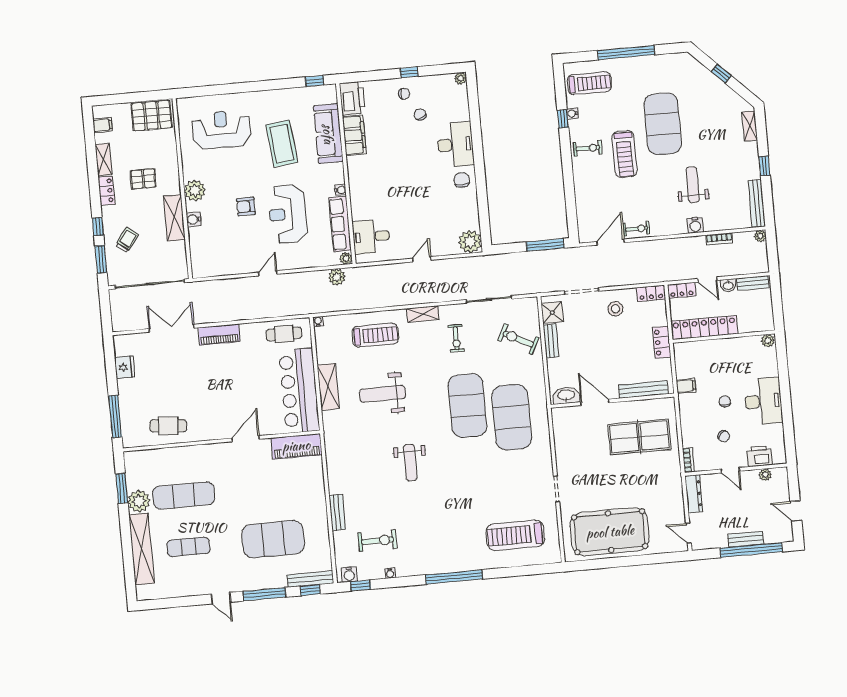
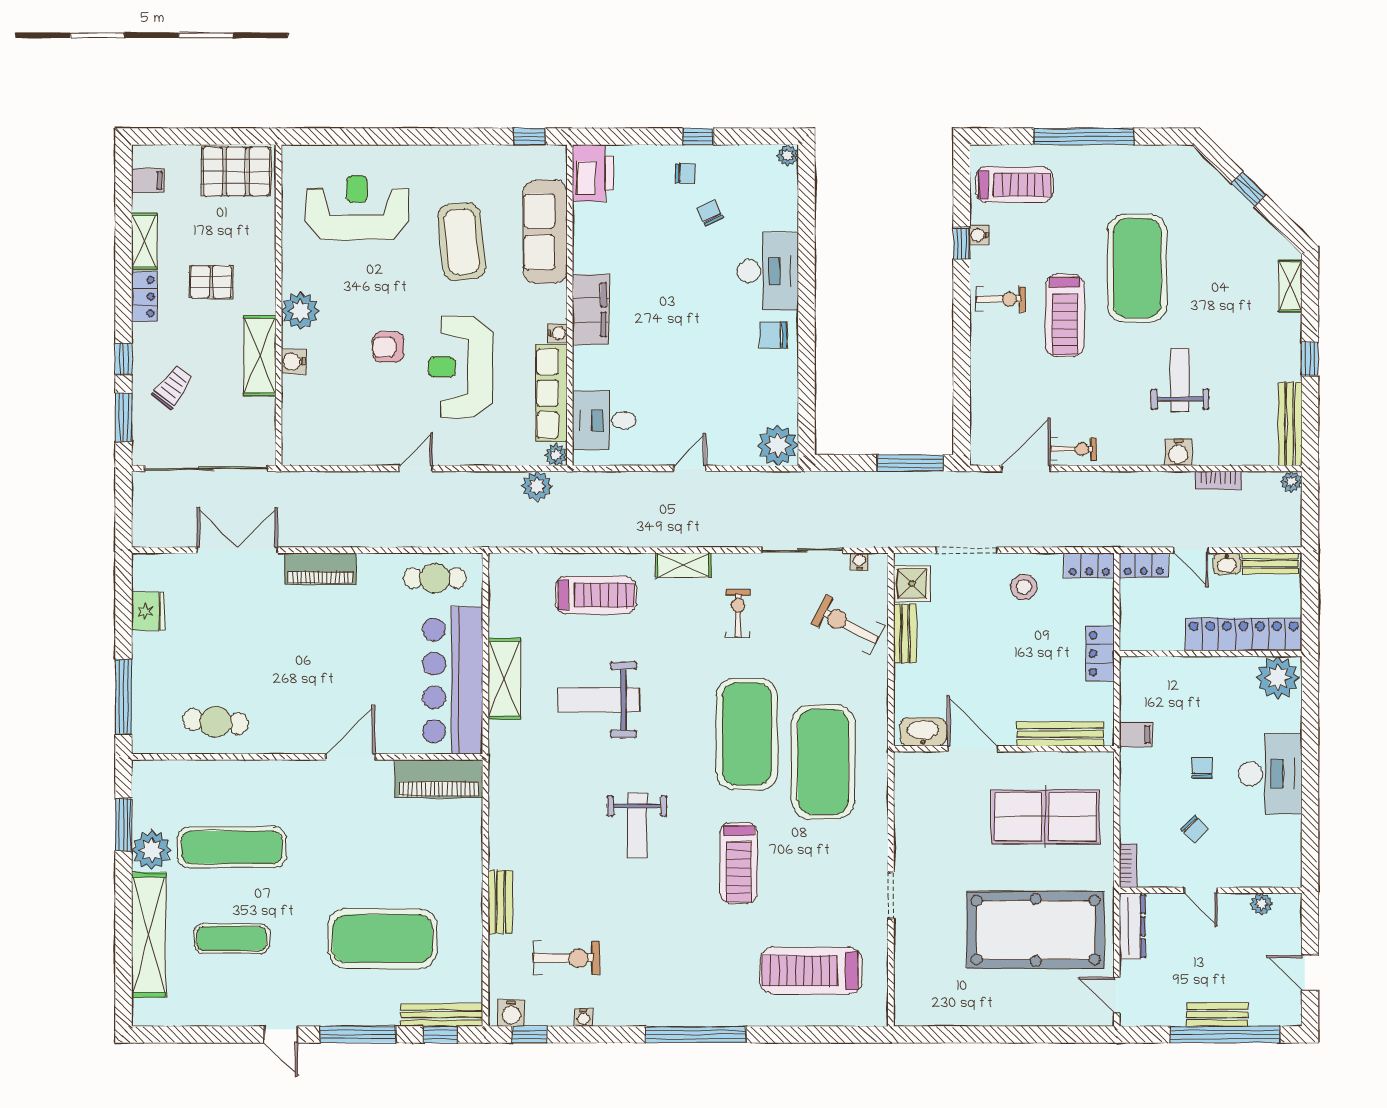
filing cabinet: (354, 135) -> (591, 310), moved
chair: (462, 180) -> (773, 335), turned -90
water cooler: (318, 321) -> (859, 561), moved
locker: (704, 328) -> (1244, 634), moved
exercise bike: (456, 338) -> (738, 614), turned 180
plant: (768, 341) -> (1278, 678), width x1.88, depth x1.88
printer: (759, 456) -> (1254, 870), removed
treadmill: (469, 478) -> (739, 863), added
pool table: (610, 532) -> (1036, 930), moved

